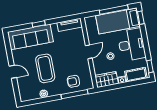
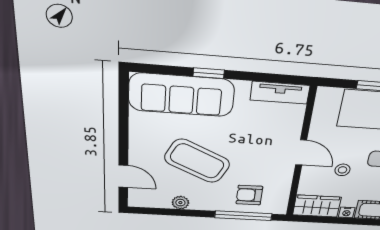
door: (89, 52) -> (301, 152), hinge flipped
coffee table: (45, 68) -> (197, 161), turned -64
door: (13, 72) -> (123, 176), moved

